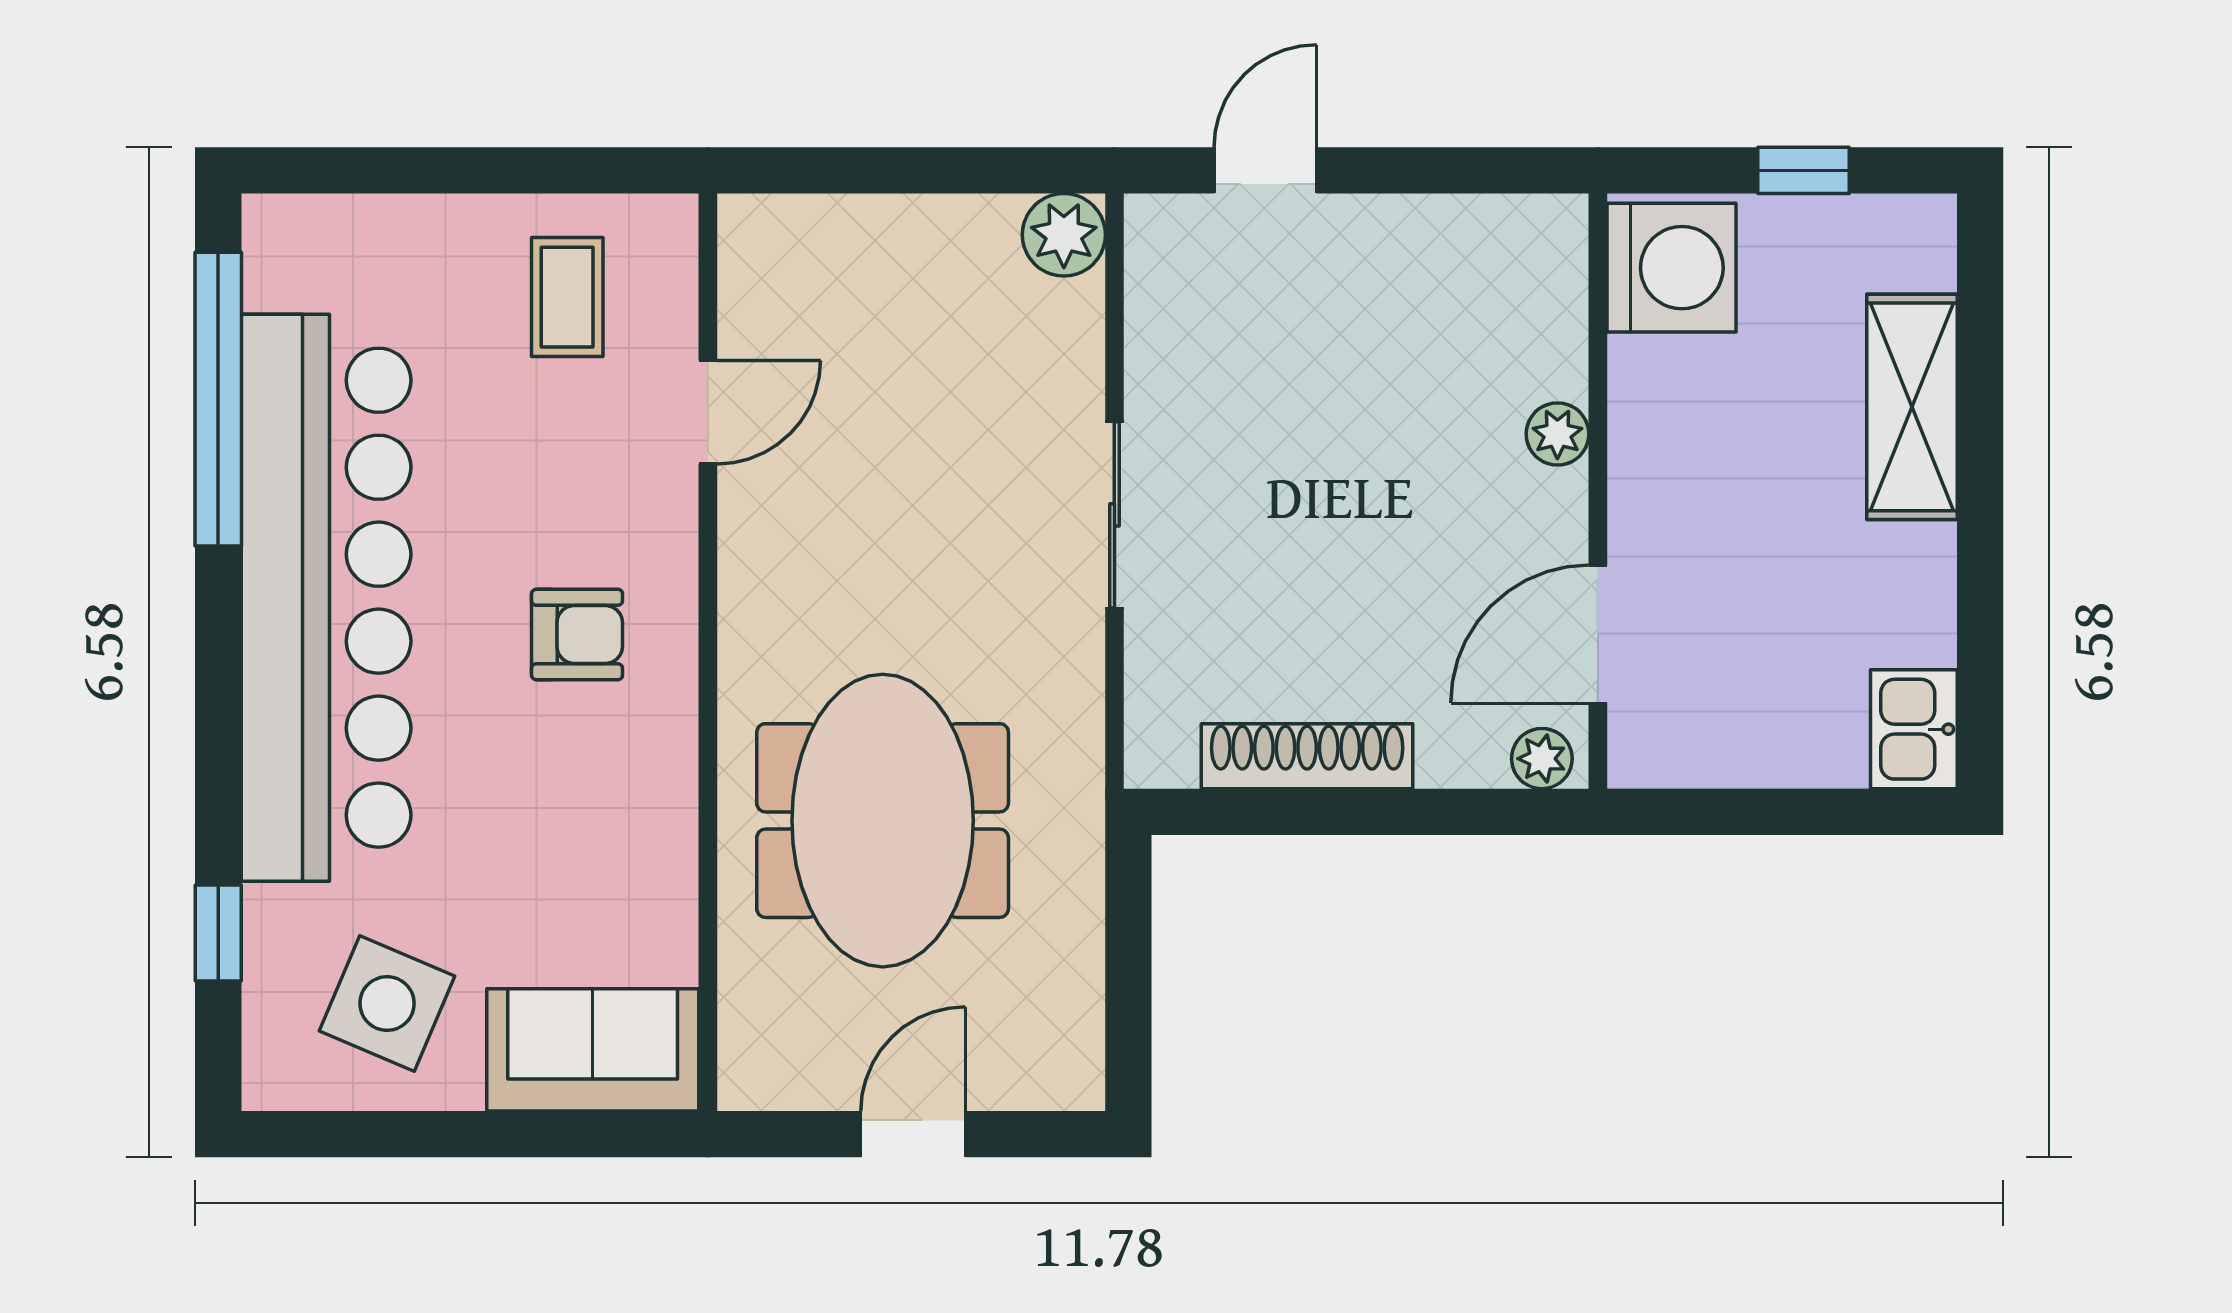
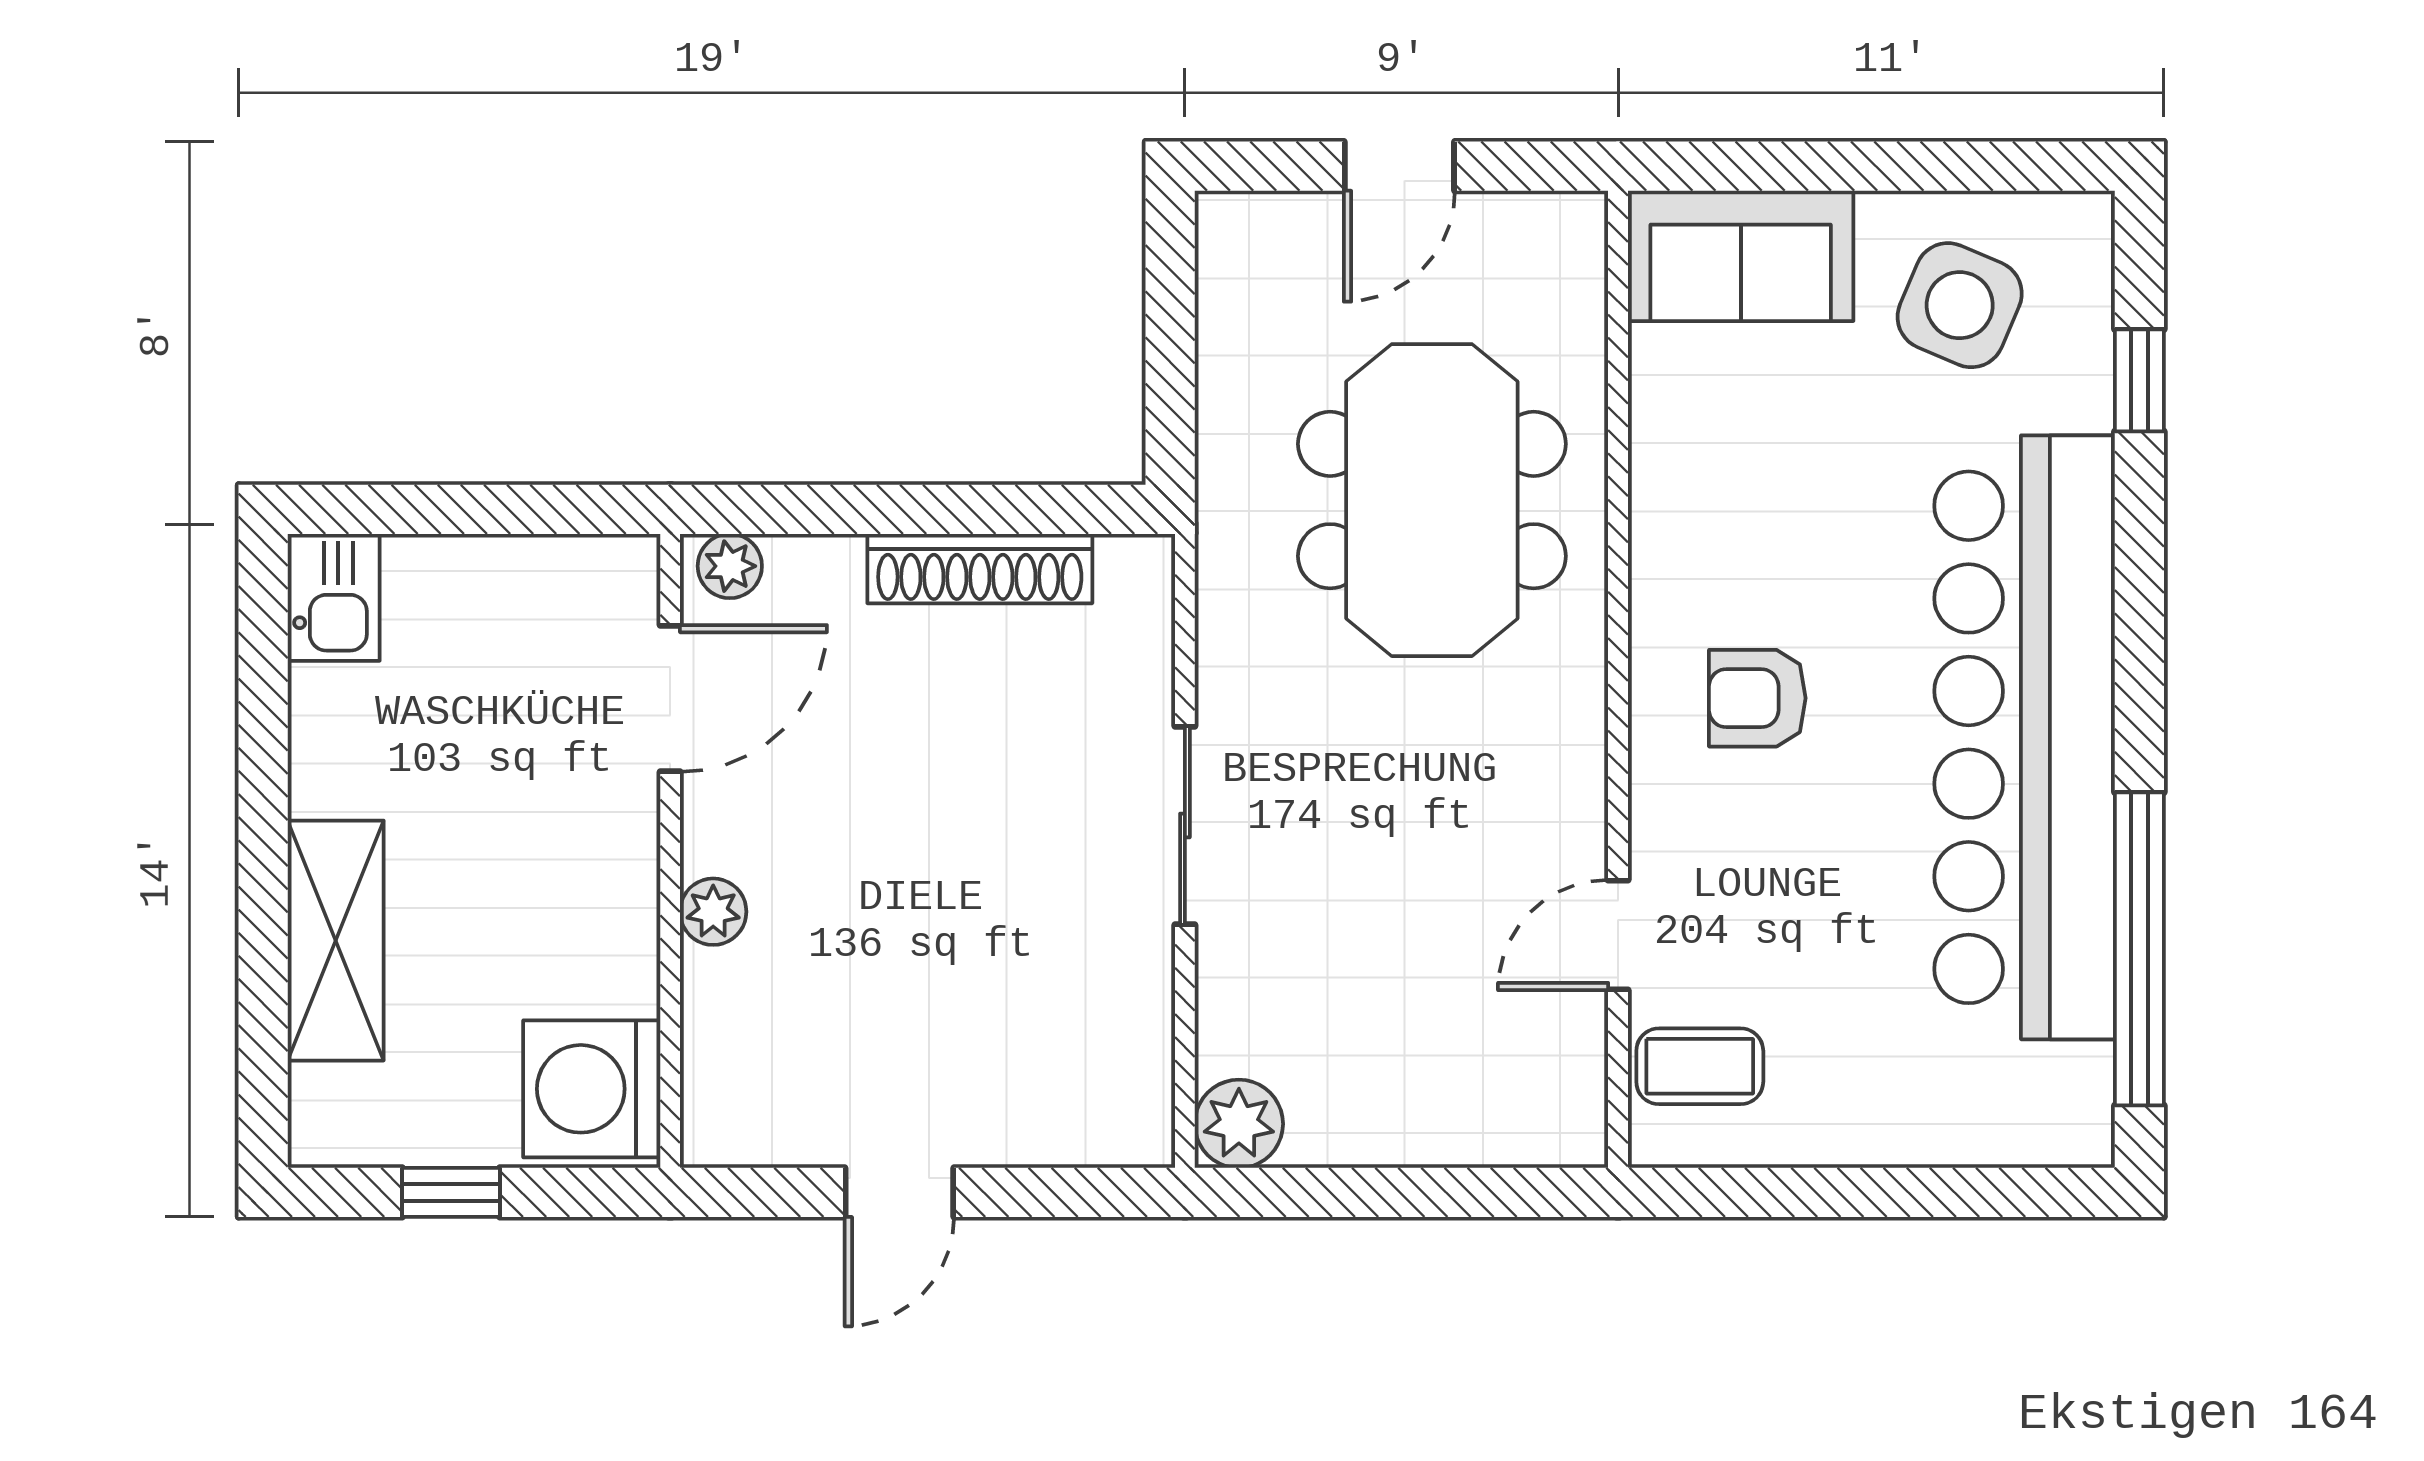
door: (1265, 170) -> (899, 1192), moved
coffee table: (567, 297) -> (1700, 1066), moved, turned 90

